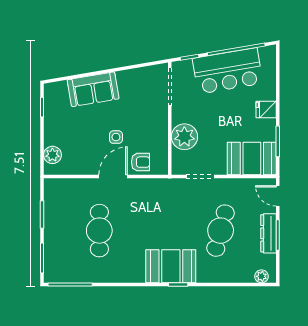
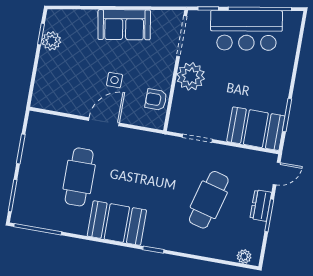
sofa: (93, 89) -> (124, 25), moved
fridge: (266, 109) -> (280, 79), removed
plant: (184, 137) -> (191, 76), moved
plant: (52, 155) -> (51, 41), moved
armchair: (141, 162) -> (156, 100), moved, turned 180
door: (278, 196) -> (277, 174), swing flipped
dresser: (268, 233) -> (261, 205), width x0.70
booth: (171, 266) -> (117, 223), moved

